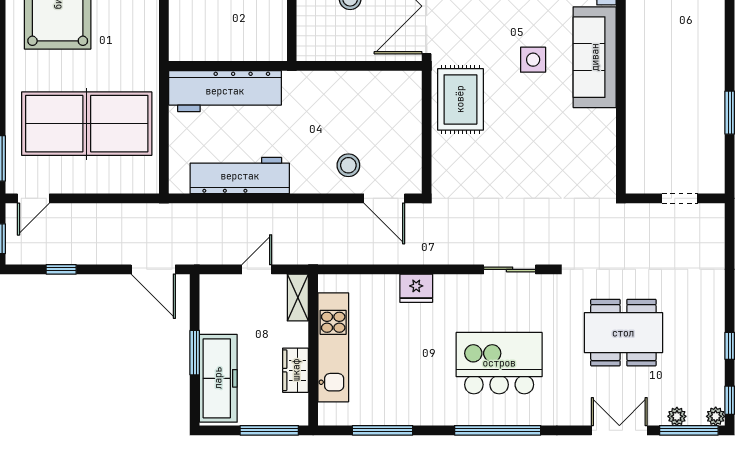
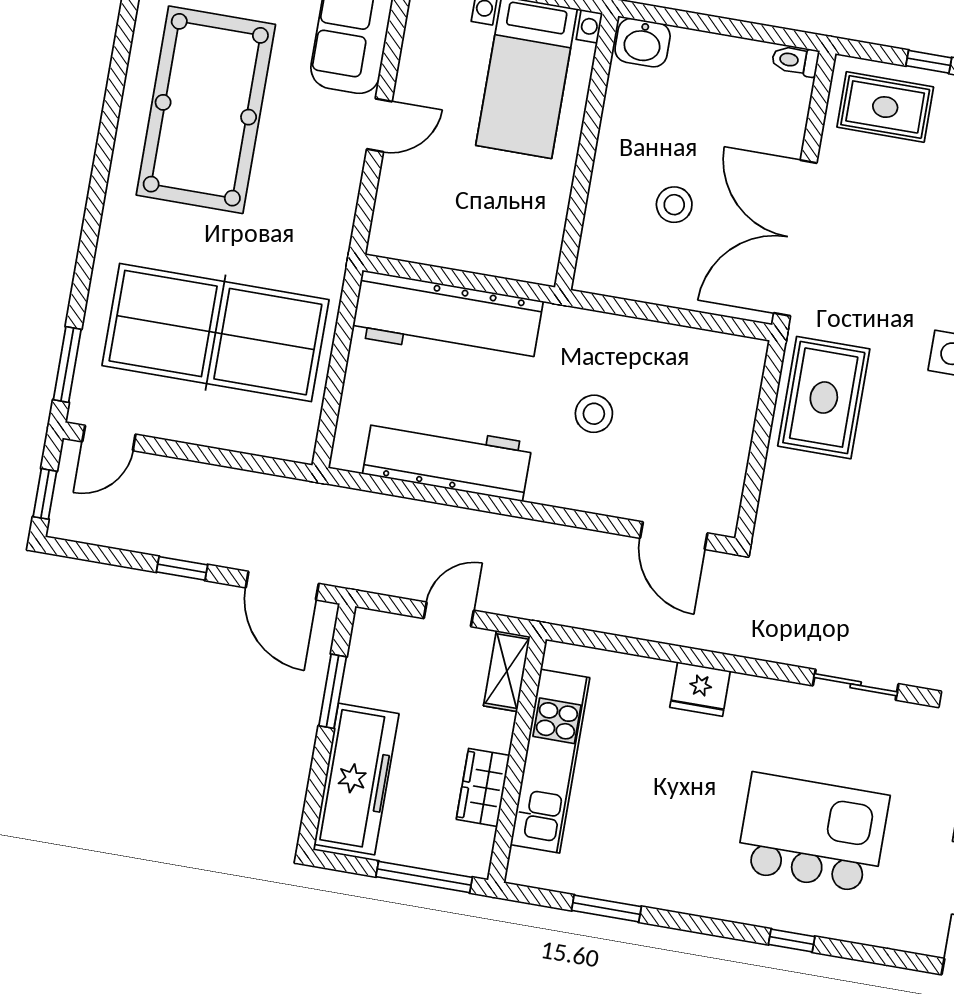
stool: (348, 165) -> (594, 414), moved
window: (61, 269) -> (182, 568), moved
window: (195, 353) -> (333, 691), moved
window: (383, 430) -> (606, 908), width x0.69
window: (498, 430) -> (792, 940), width x0.32

